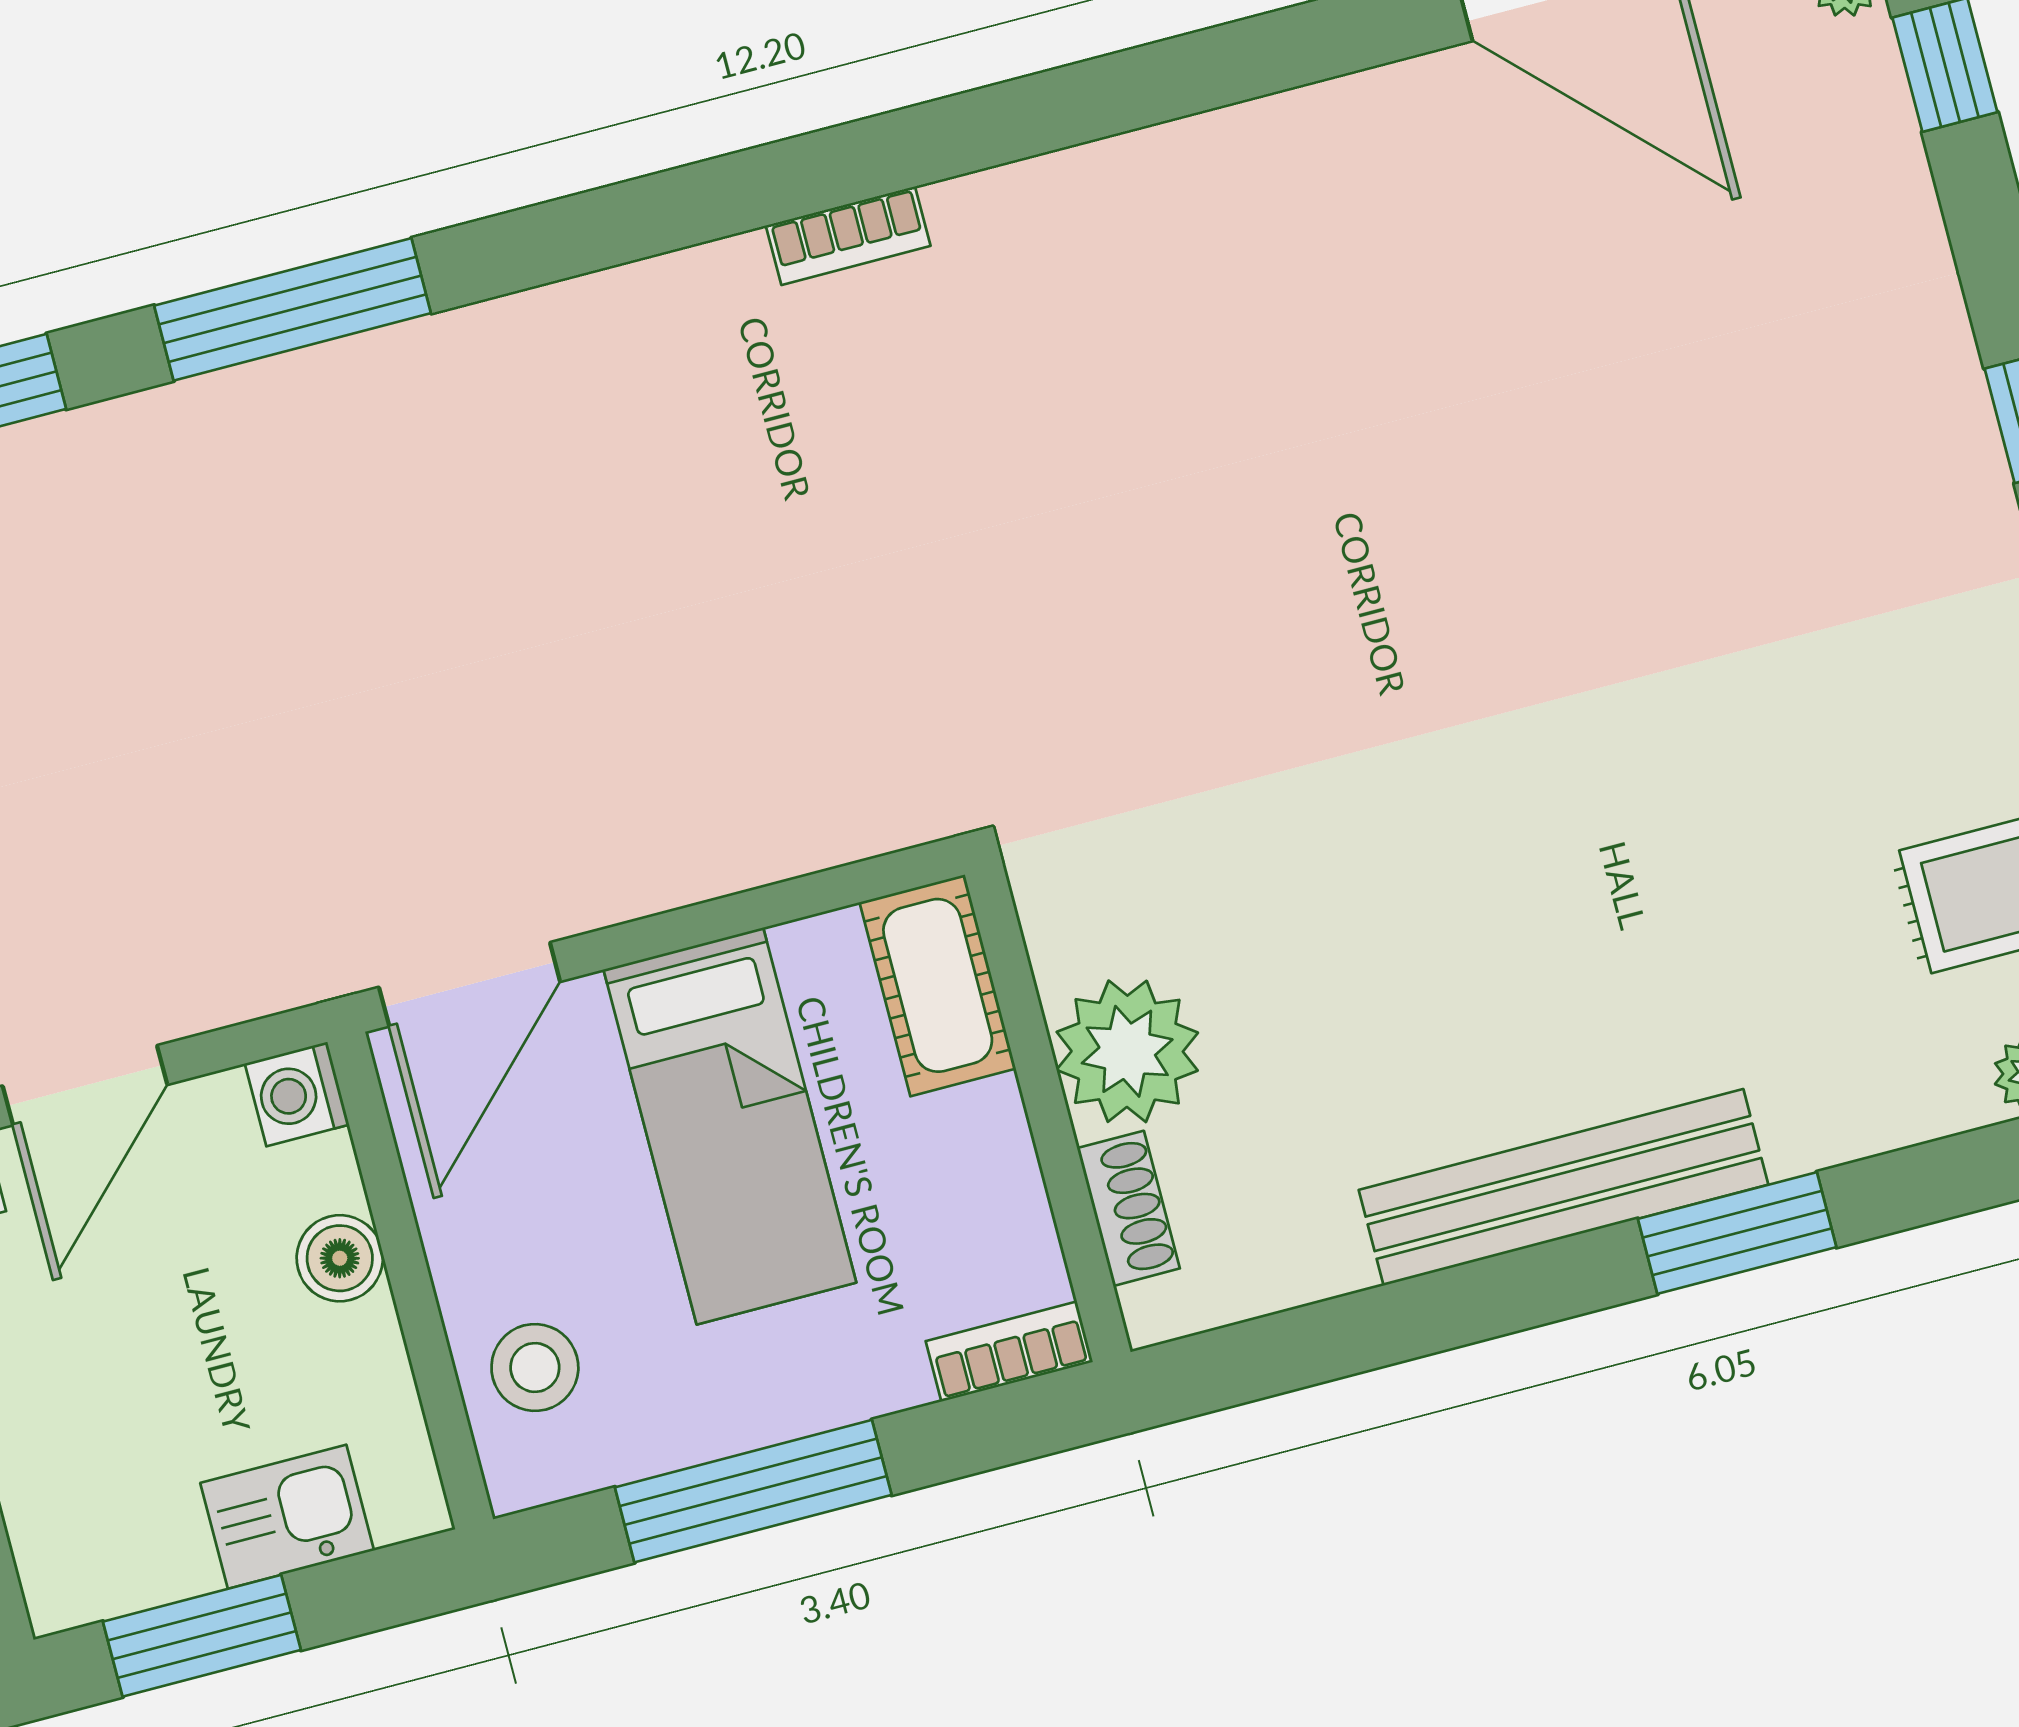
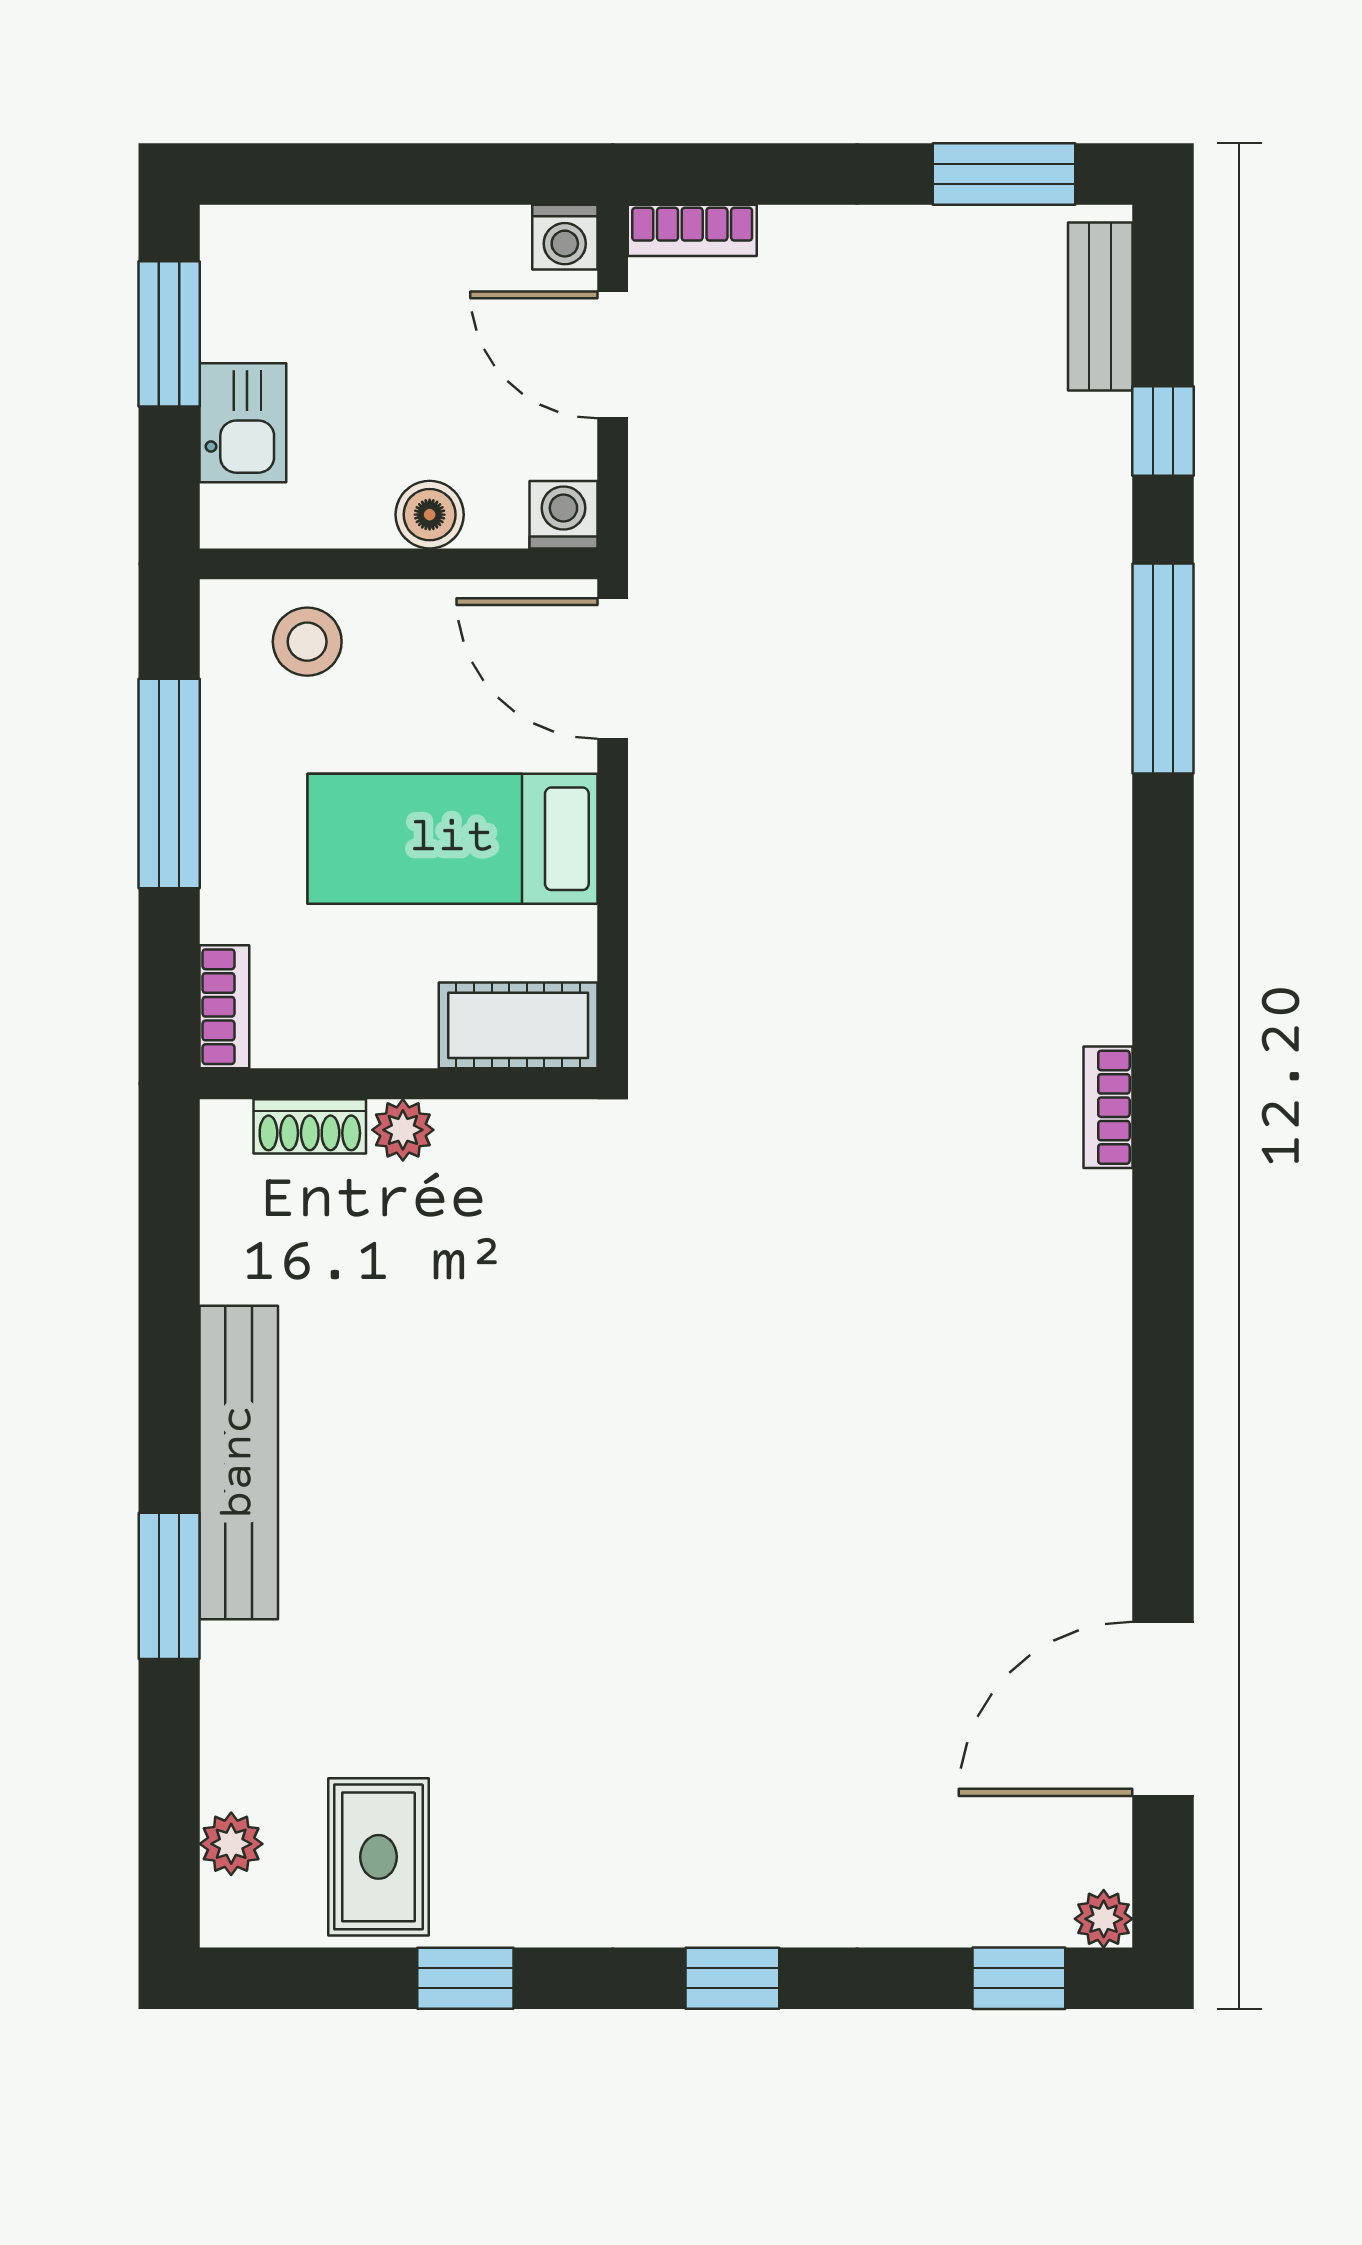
plant: (1127, 1051) -> (403, 1130), width x0.53, depth x0.53

